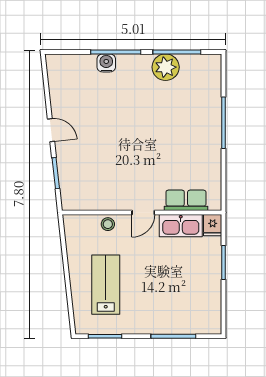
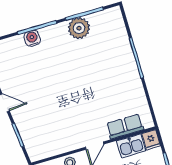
kitchen sink: (181, 226) -> (131, 146), width x0.73

